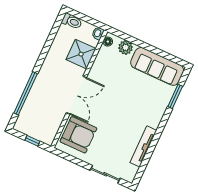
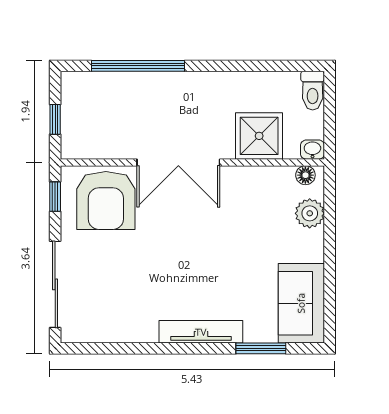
sofa: (157, 66) -> (301, 303), width x0.73
tv unit: (143, 146) -> (201, 332), moved
window: (66, 156) -> (55, 197), added
sliding door: (105, 174) -> (55, 284), width x1.37

